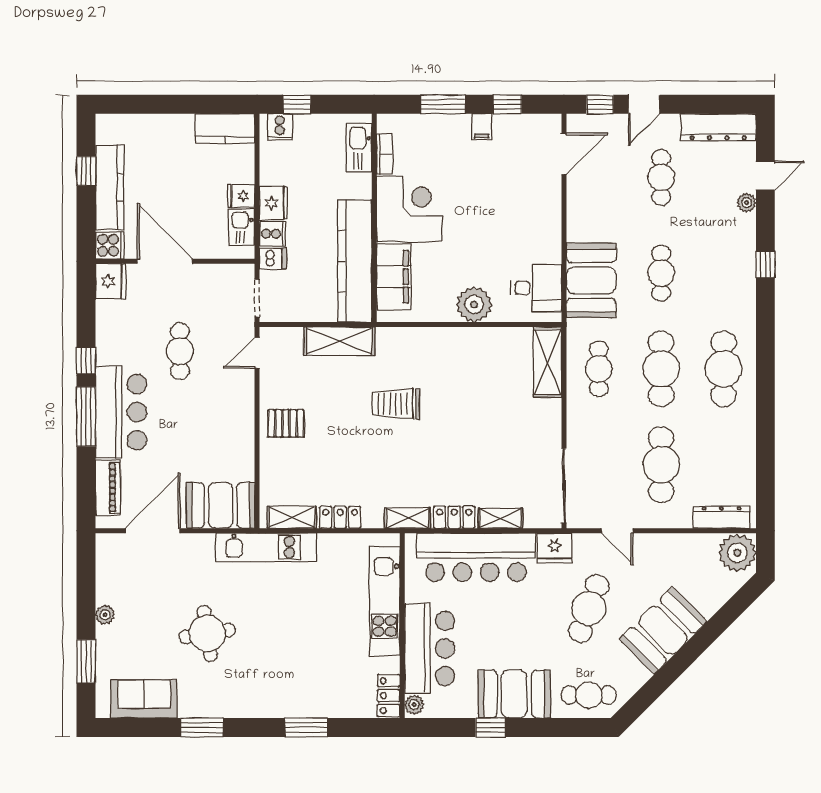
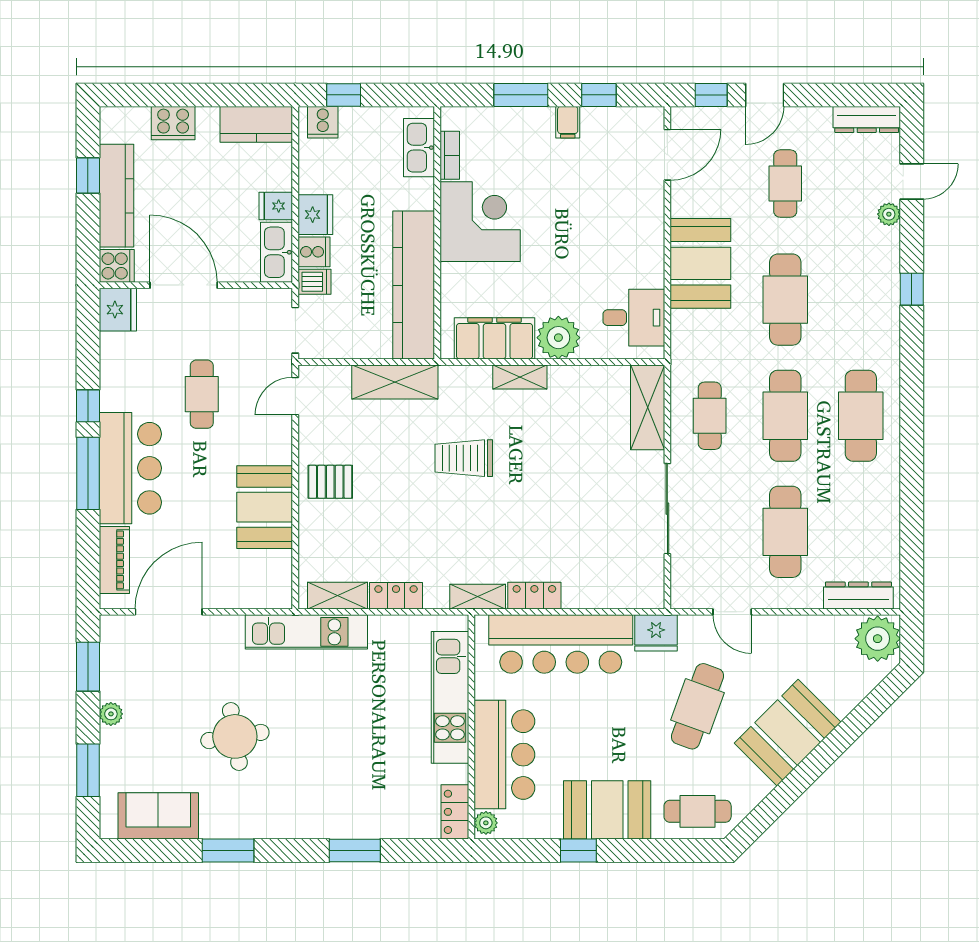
dresser: (718, 127) -> (867, 119), width x0.73, depth x0.80
cooker: (156, 128) -> (173, 123), added
kitchen sink: (242, 227) -> (277, 252), width x1.38
cafe table: (661, 273) -> (785, 300), width x1.37, depth x1.35
filing cabinet: (394, 277) -> (494, 338), moved, turned -90
booth: (591, 280) -> (700, 263), moved
sliding door: (564, 486) -> (667, 509), moved
booth: (221, 505) -> (265, 507), moved, turned 90
shelving: (500, 518) -> (520, 377), moved
window: (86, 576) -> (88, 667), added

